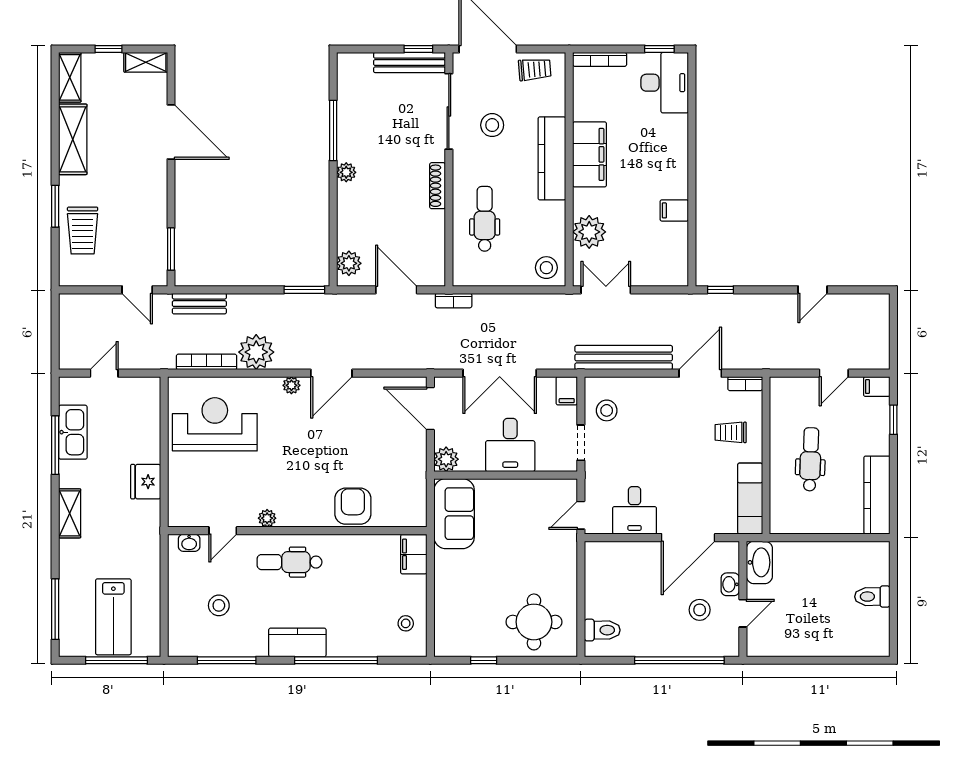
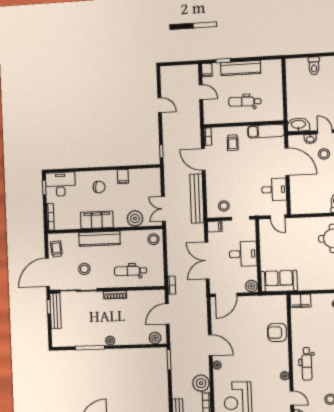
chair: (655, 161) -> (99, 187), added
double door: (500, 373) -> (207, 261), swing flipped
kitchen counter: (877, 495) -> (241, 68), moved

